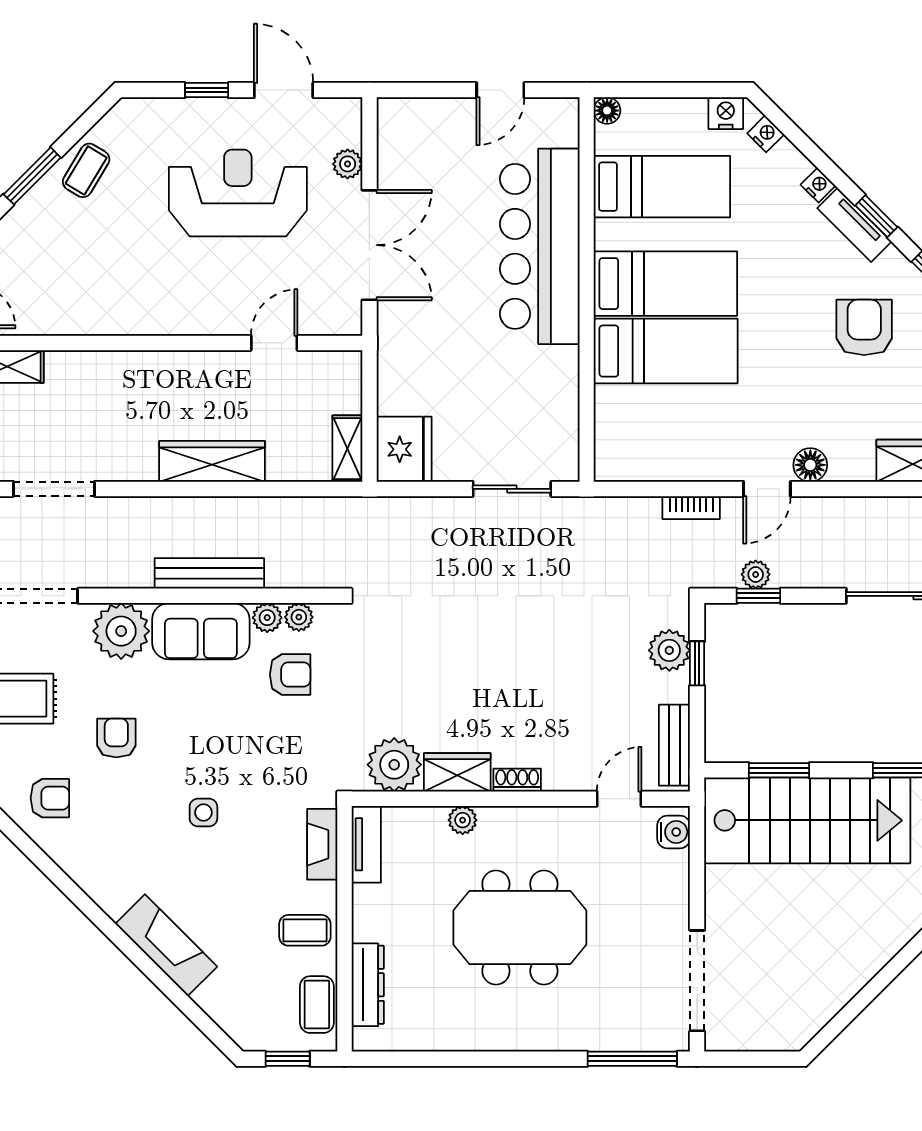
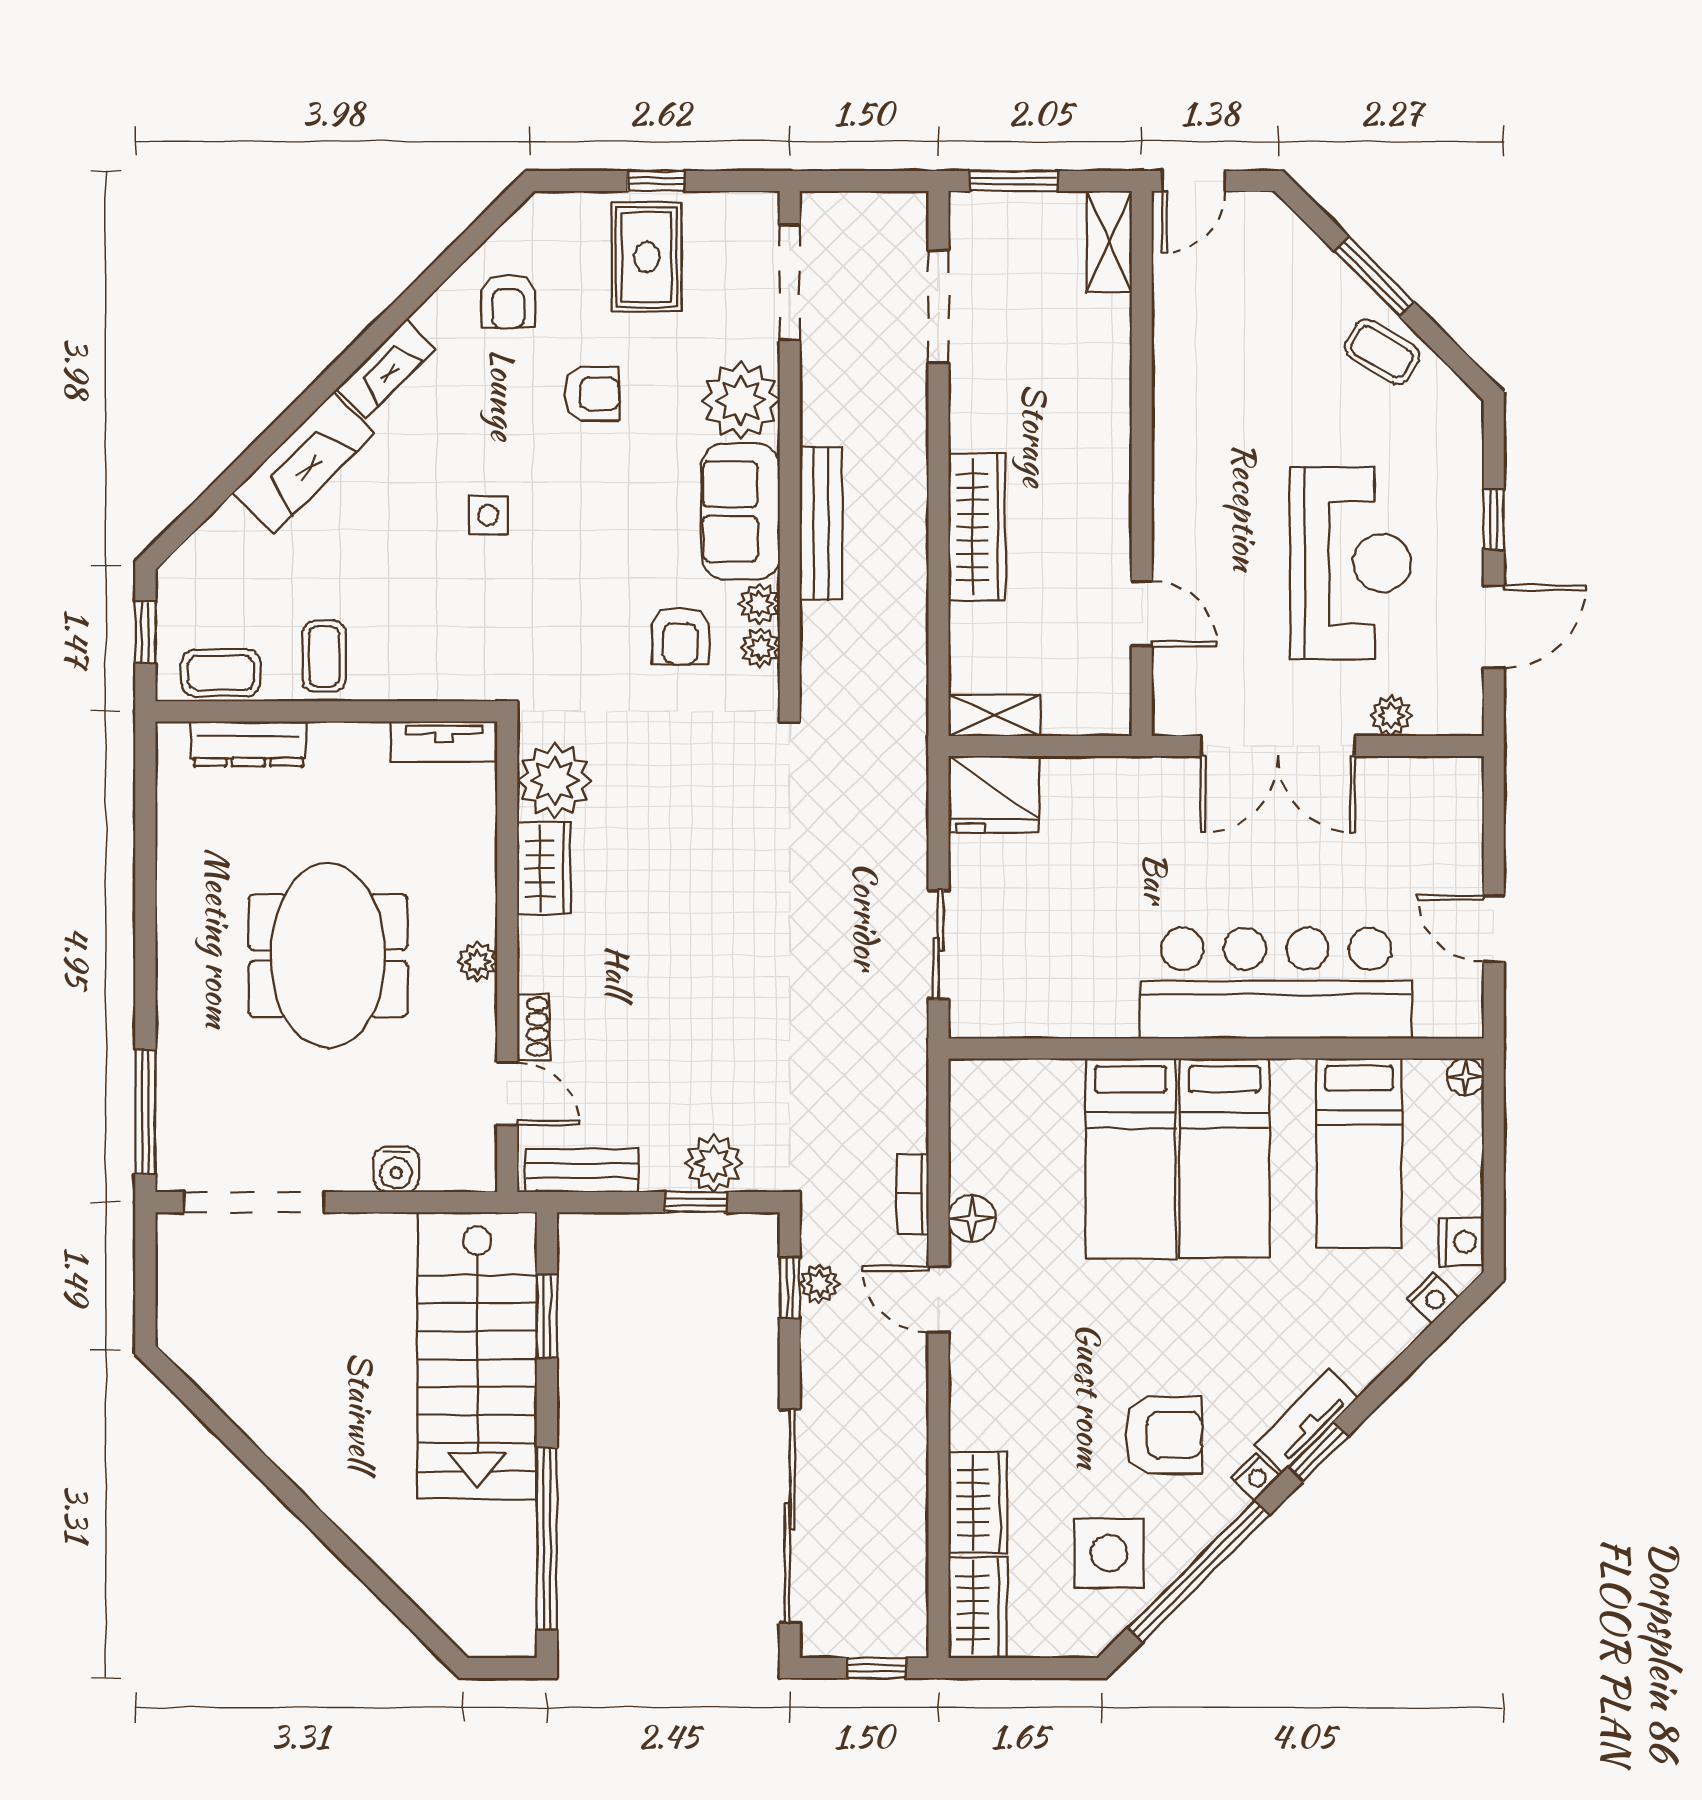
nightstand: (818, 185) -> (1256, 1476), moved
floor lamp: (810, 465) -> (972, 1219), moved
shoe rack: (517, 780) -> (533, 1027), moved
plant: (463, 820) -> (478, 962), moved
water cooler: (674, 832) -> (396, 1169), moved
fireplace: (322, 844) -> (386, 369), moved, turned 135

